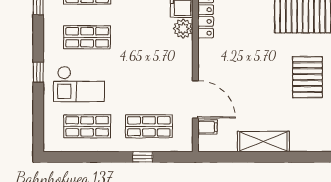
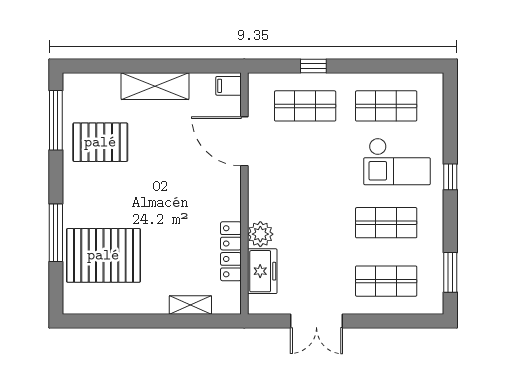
pallet: (307, 77) -> (100, 142), moved, turned 90
checkout: (79, 84) -> (397, 161), turned 180
filing cabinet: (207, 127) -> (228, 86), moved

